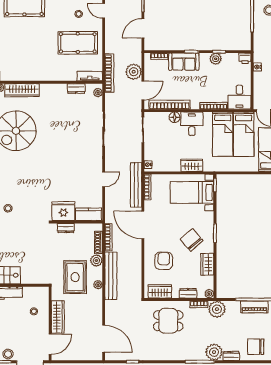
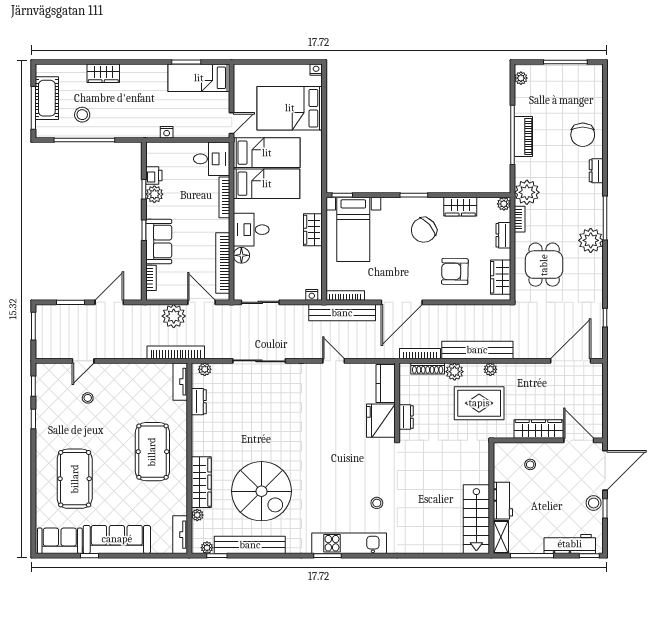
door: (143, 28) -> (109, 302), swing flipped
pool table: (78, 43) -> (152, 452), moved
printer: (245, 58) -> (154, 175), moved
plant: (214, 352) -> (591, 240), moved

